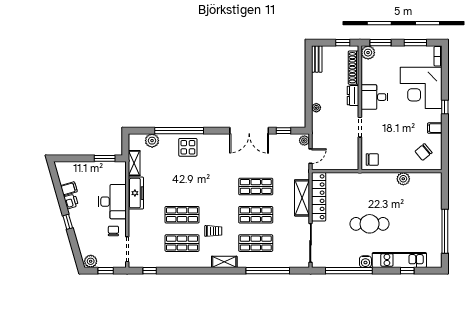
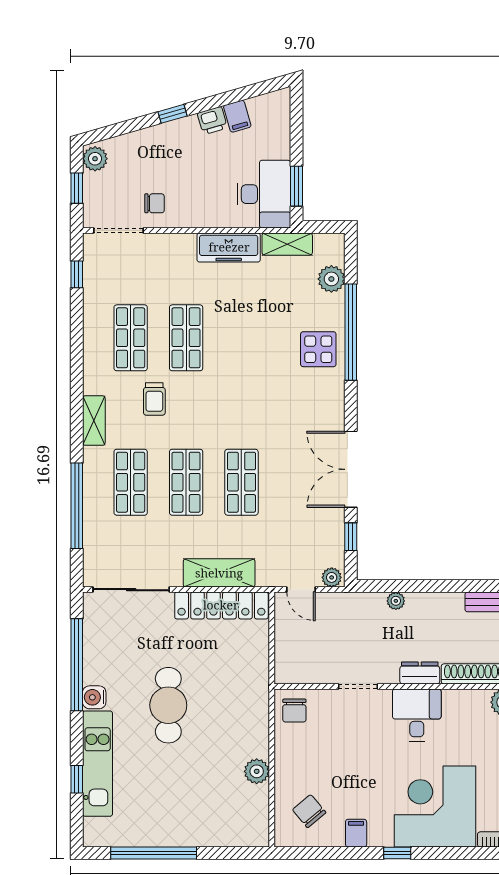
desk: (112, 202) -> (264, 194), moved, turned -90

